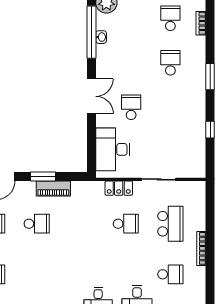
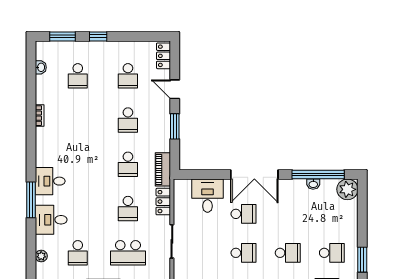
double door: (91, 96) -> (254, 174), width x1.37
school desk: (170, 107) -> (244, 253), added
desk: (113, 149) -> (207, 196), width x0.73
piano: (53, 188) -> (163, 169), moved
school desk: (81, 224) -> (128, 164), added

